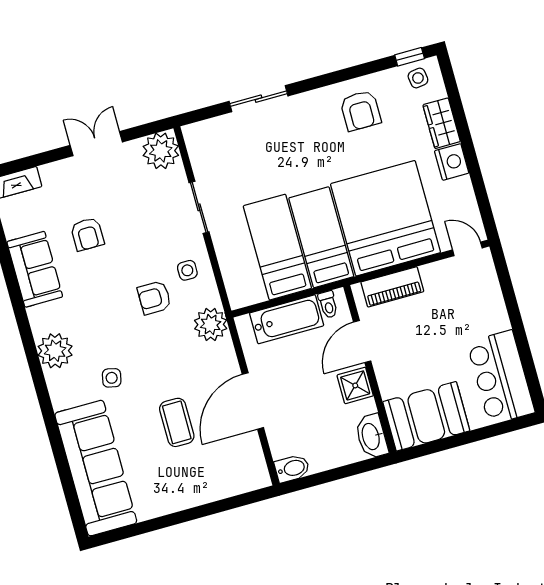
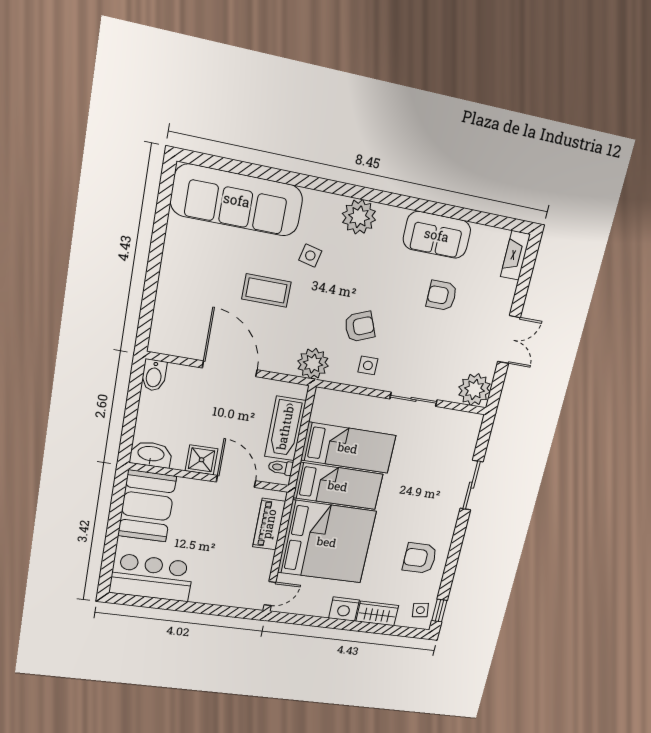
armchair: (154, 298) -> (360, 327), turned 68
coffee table: (177, 422) -> (266, 290), moved

